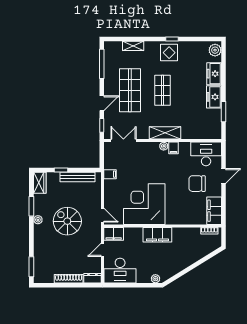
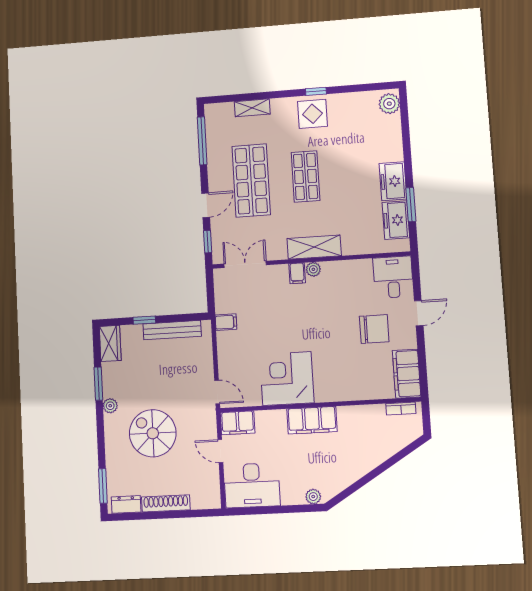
freezer: (214, 74) -> (396, 220), moved
filing cabinet: (173, 148) -> (297, 273), moved
desk: (206, 154) -> (393, 277), width x0.73
chair: (197, 184) -> (374, 329), turned 180
corner desk: (144, 204) -> (287, 379), width x0.74, depth x0.74
spiral stairs: (67, 221) -> (153, 433), moved
door: (103, 250) -> (220, 451), hinge flipped
dresser: (92, 278) -> (126, 504), moved

